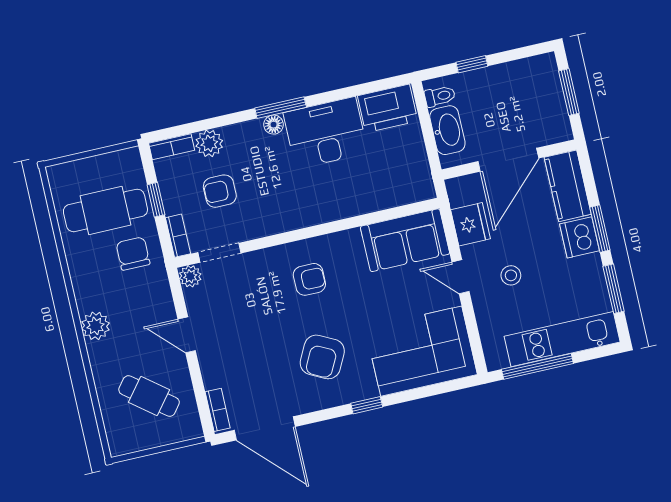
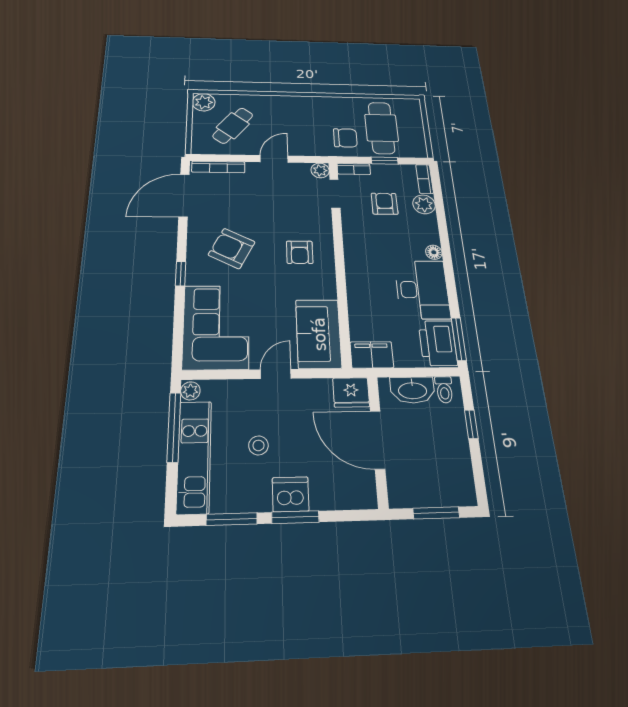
window: (281, 108) -> (459, 339), moved
filing cabinet: (417, 179) -> (372, 355), added
kitchen counter: (568, 186) -> (344, 493), removed
fridge: (471, 224) -> (351, 392), moved
stool: (511, 275) -> (258, 445), moved
plant: (95, 326) -> (204, 102), moved
plant: (497, 360) -> (190, 391), added
bookcase: (218, 410) -> (218, 167), width x1.56

